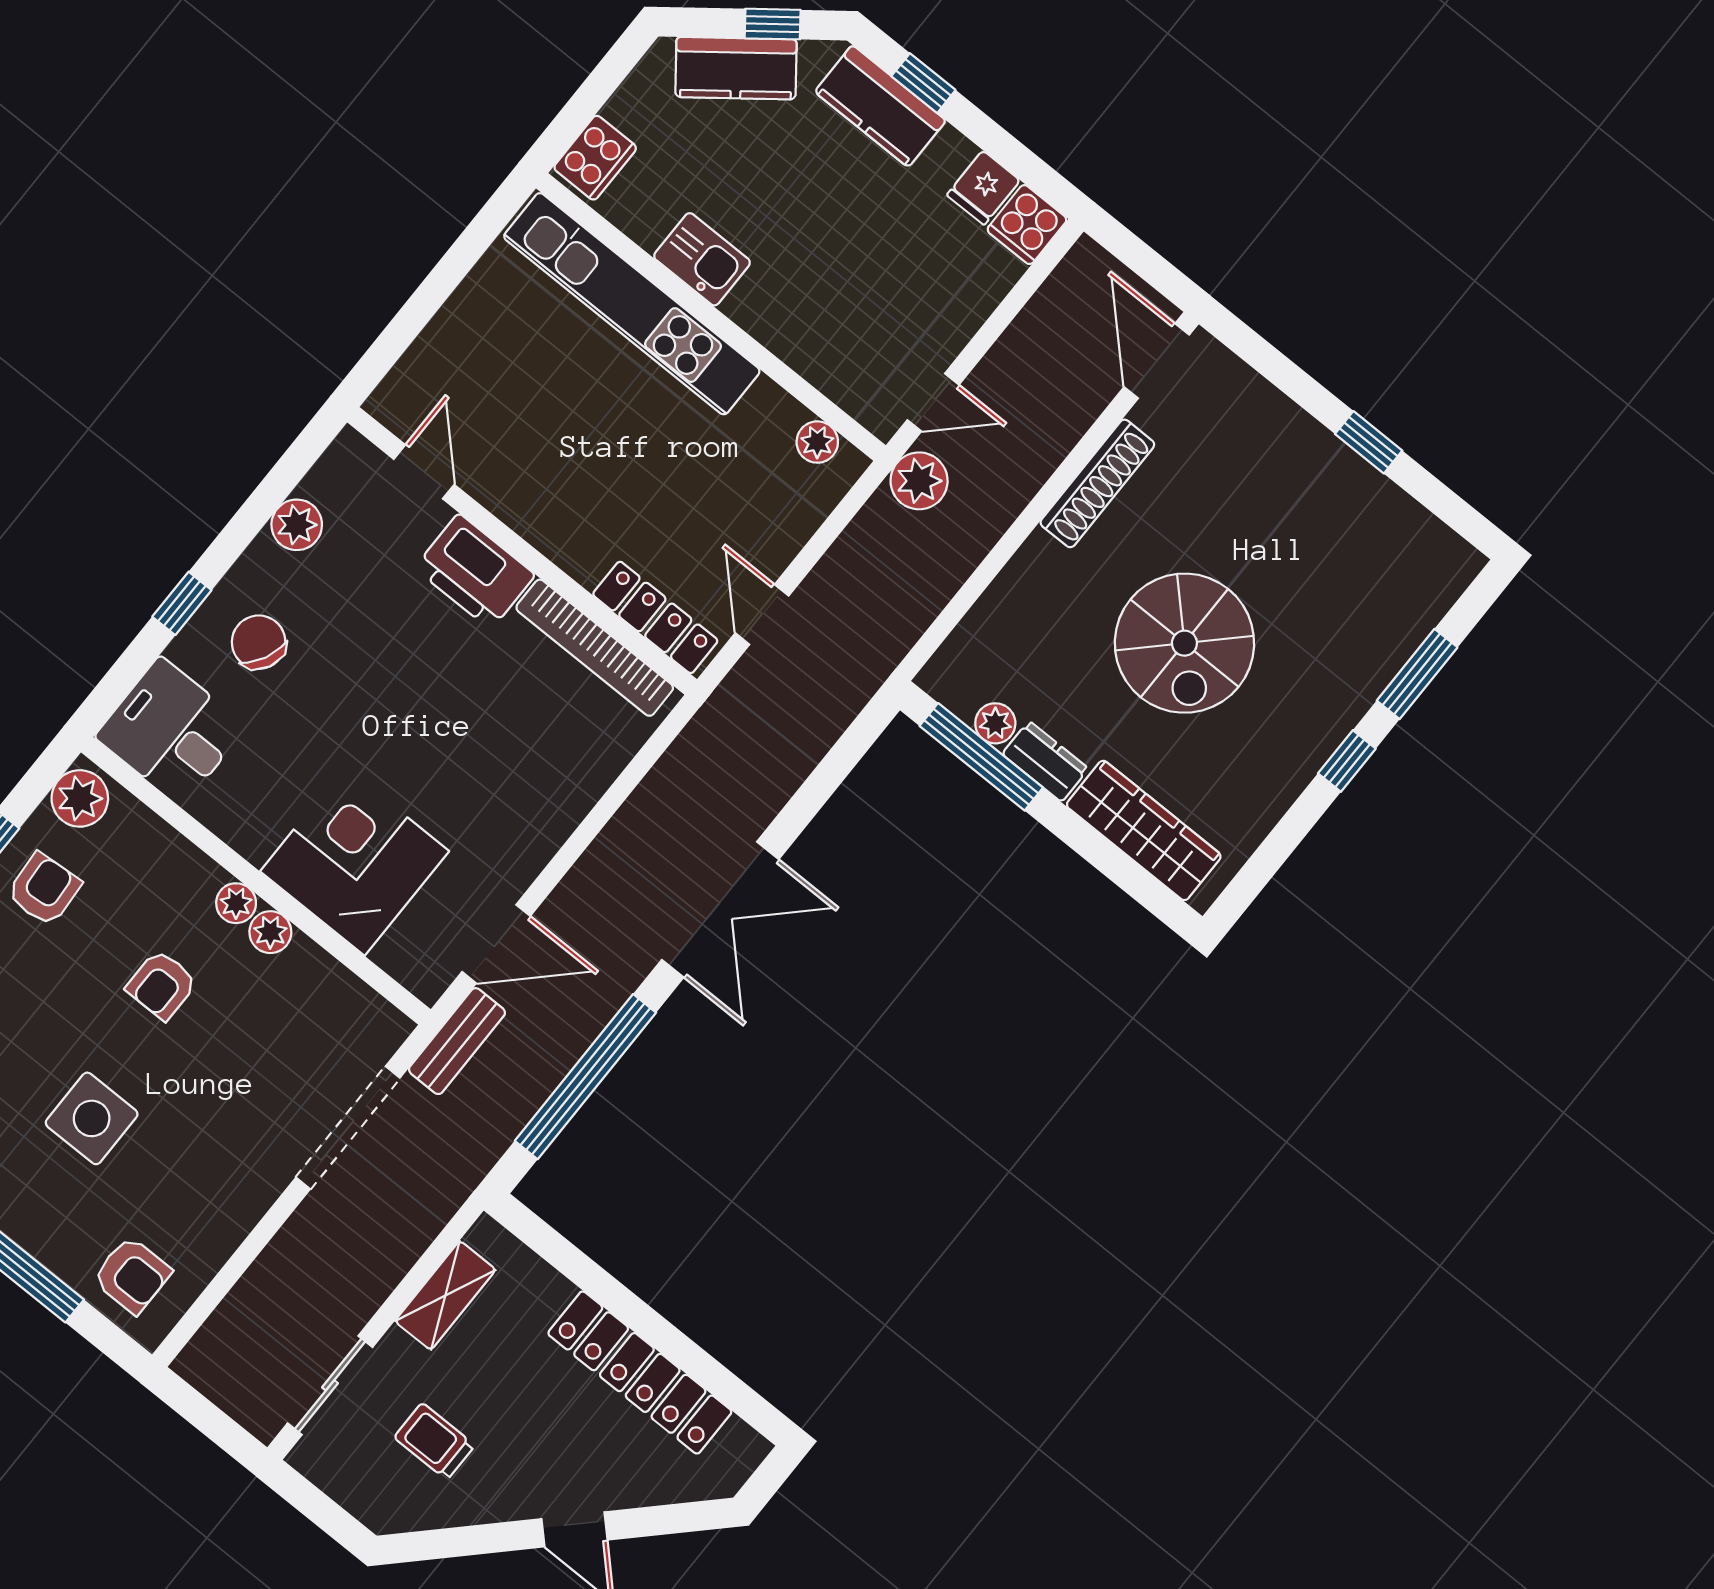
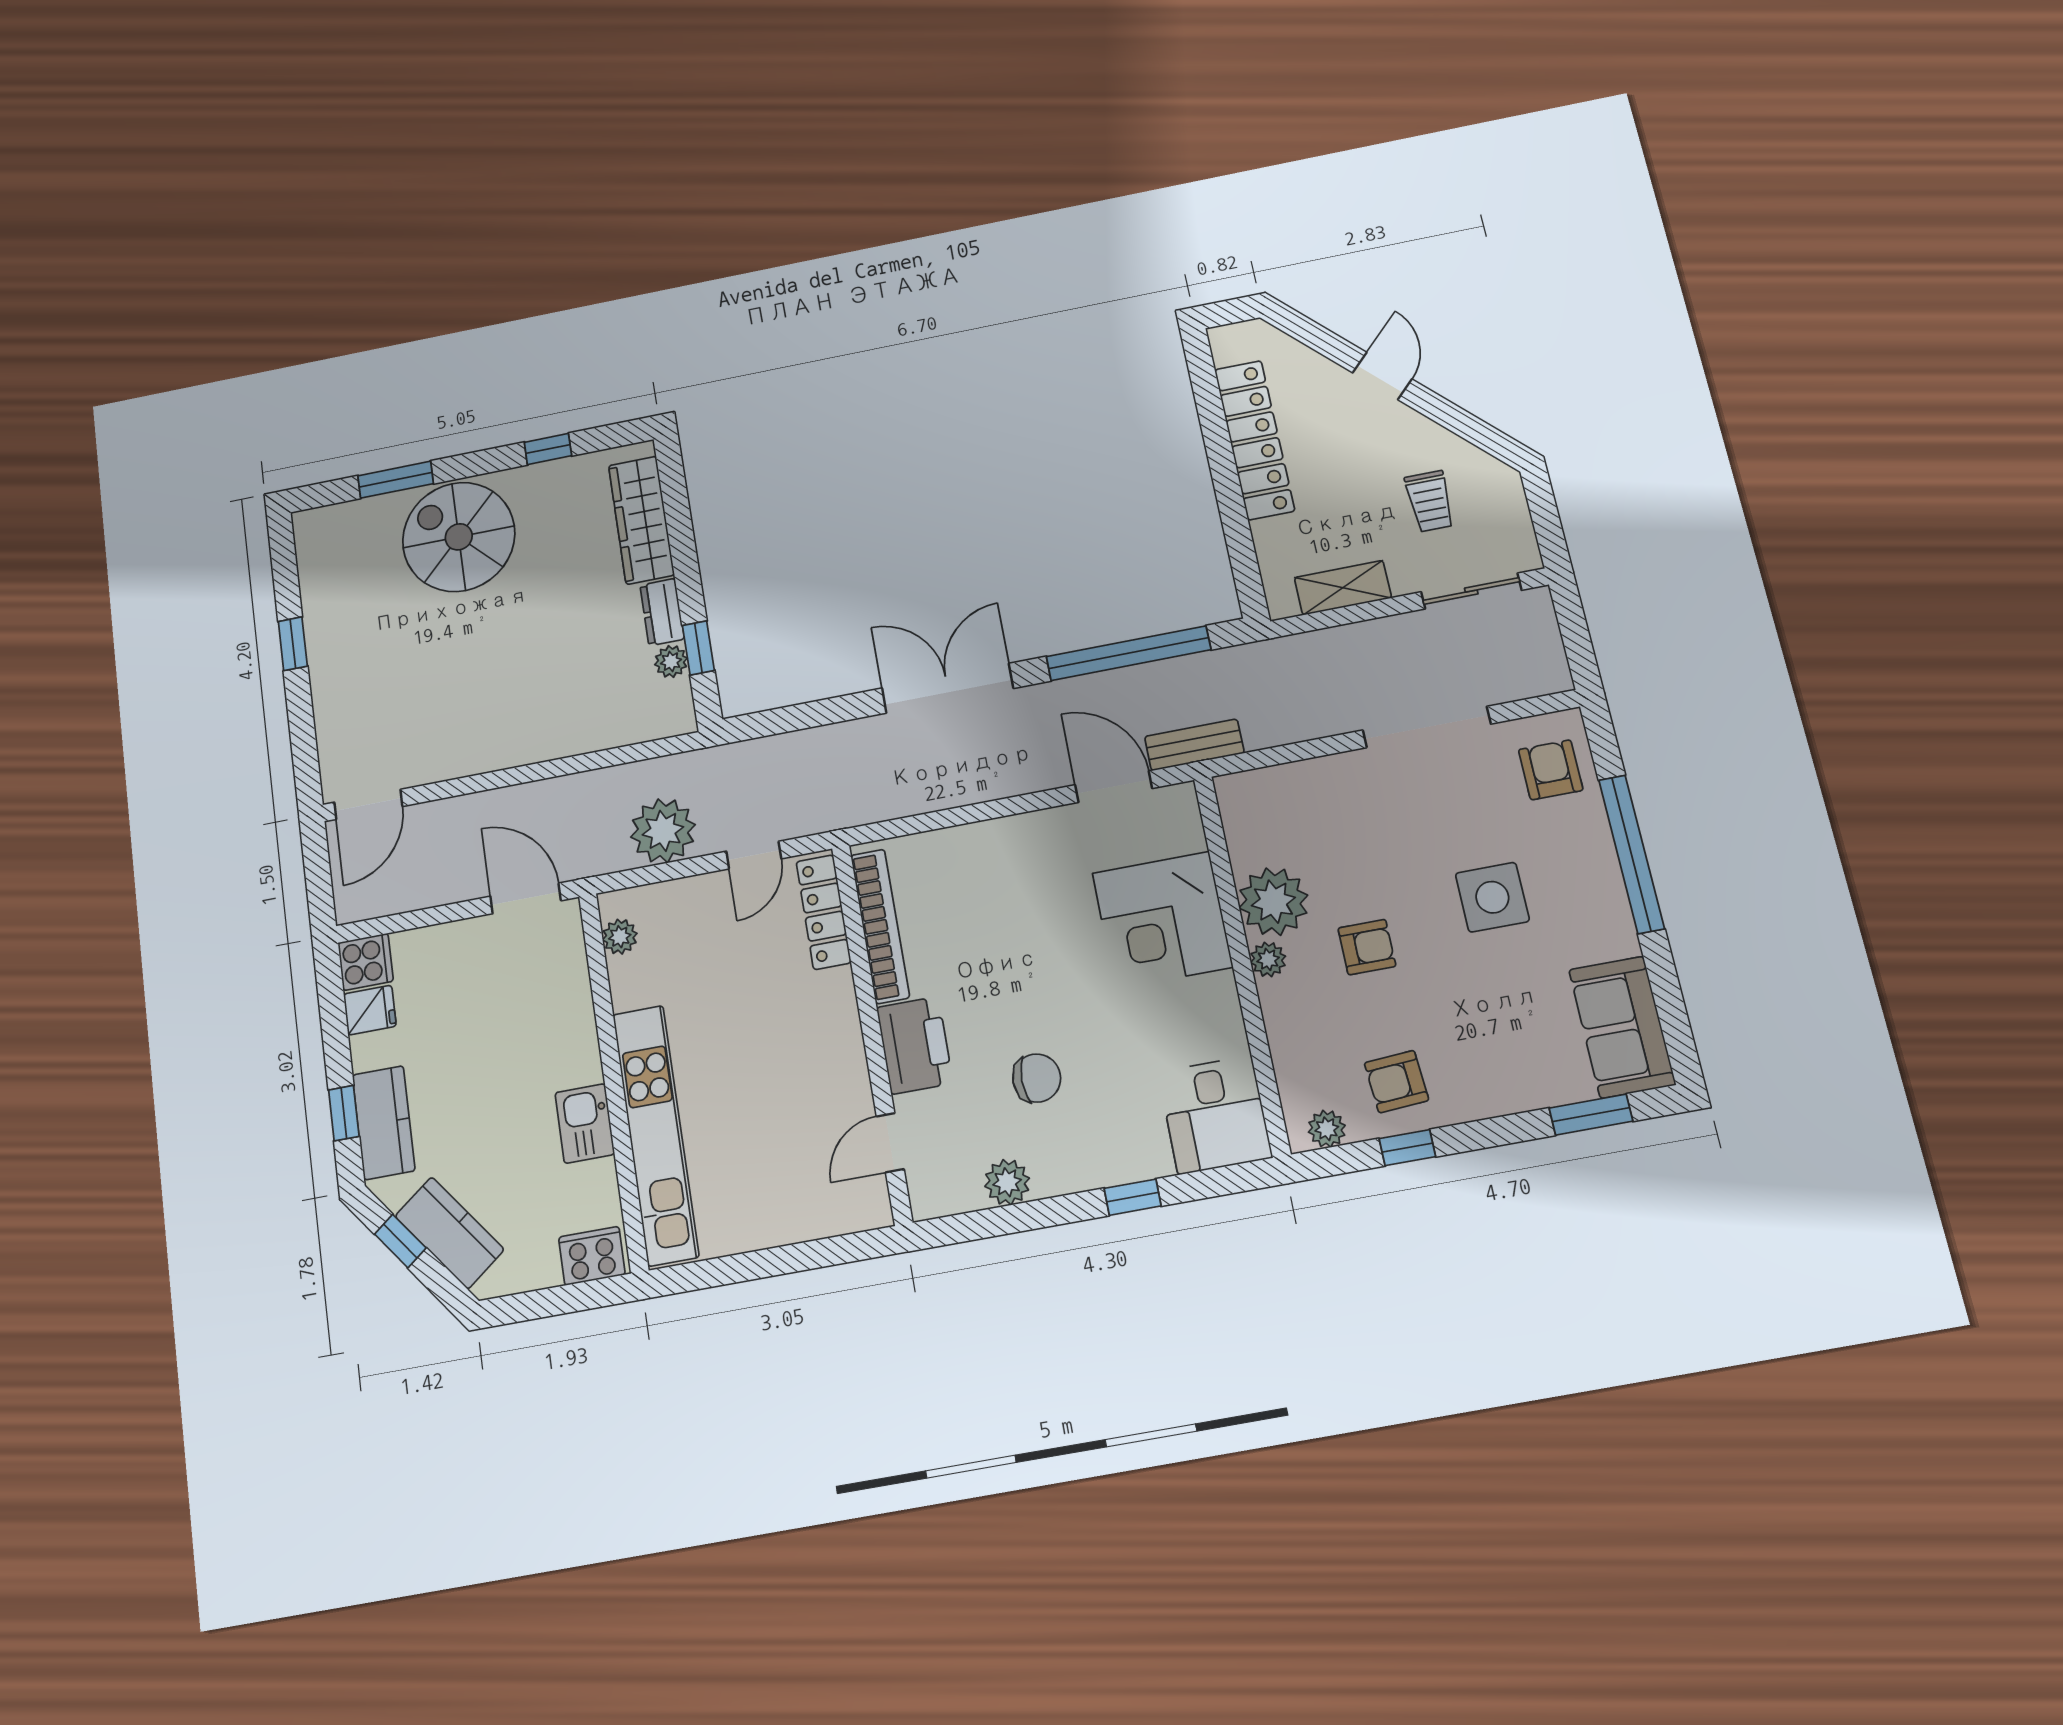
door: (933, 402) -> (526, 898), width x1.38
plant: (919, 481) -> (663, 831), moved, width x1.36, depth x1.36
shoe rack: (1097, 483) -> (474, 758), removed
chair: (259, 642) -> (1037, 1078), moved, turned -116
spiral stairs: (1184, 643) -> (459, 537), moved, turned -90
window: (981, 757) -> (698, 648), width x0.46
window: (1347, 761) -> (548, 449), moved
plant: (80, 798) -> (1327, 1129), width x0.73, depth x0.73
plant: (270, 932) -> (1273, 902), width x1.88, depth x1.88
doorway: (348, 1128) -> (1427, 727), moved

